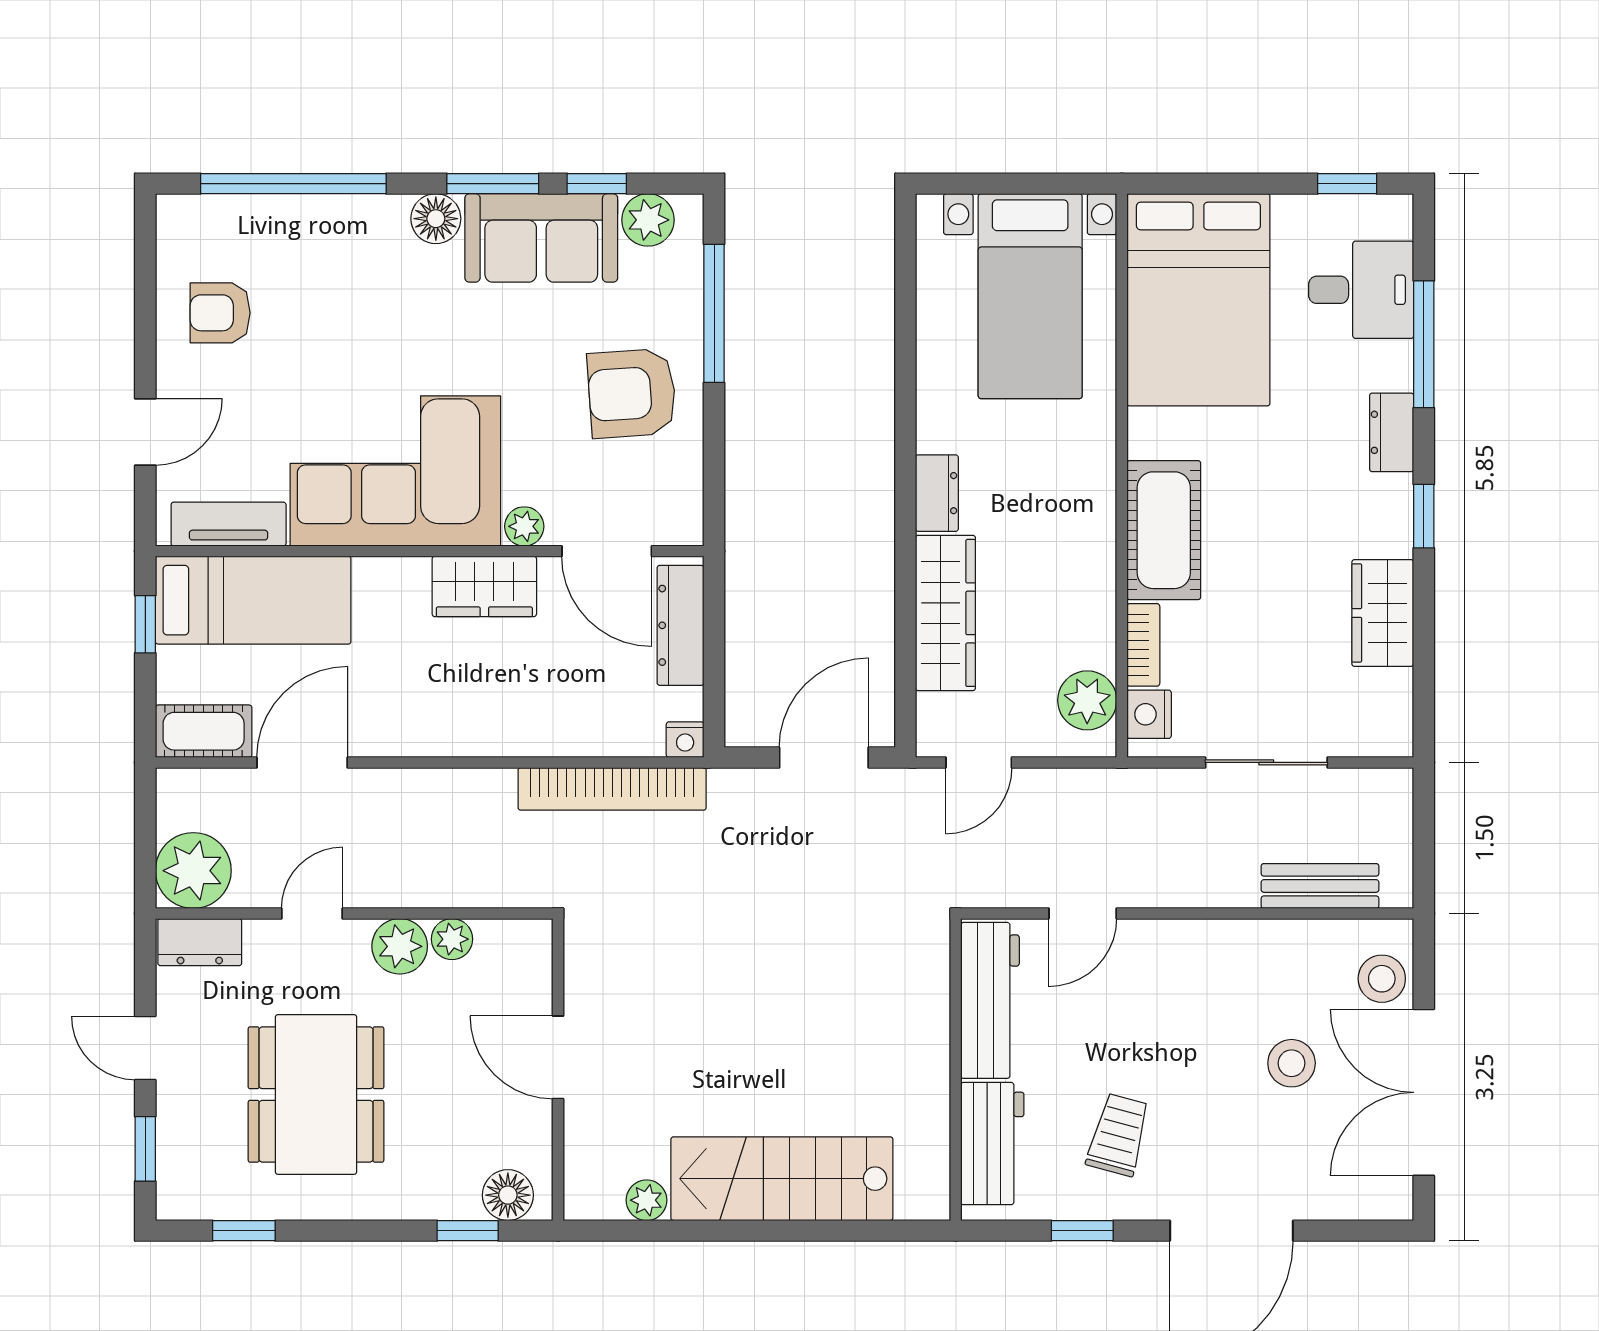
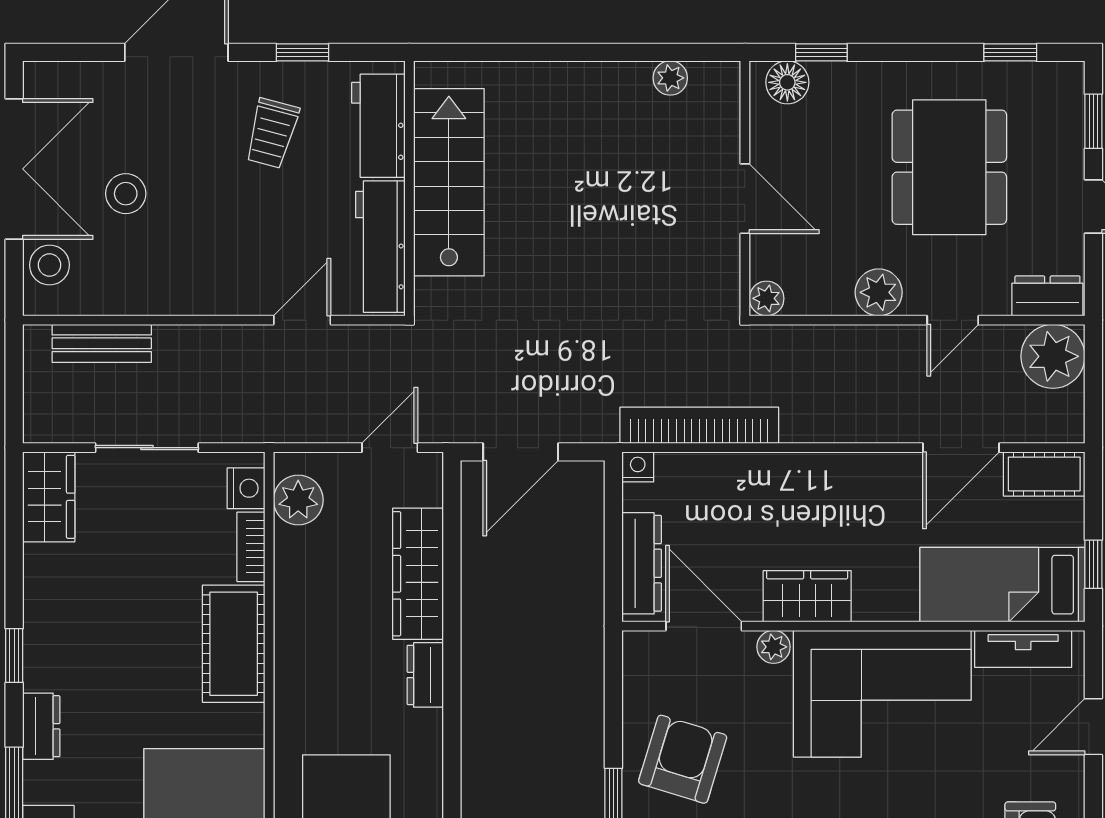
armchair: (632, 393) -> (683, 759), turned -69
wardrobe: (1383, 613) -> (49, 497), moved
plant: (452, 939) -> (767, 298), moved
stairs: (782, 1179) -> (449, 182), moved, turned -90

